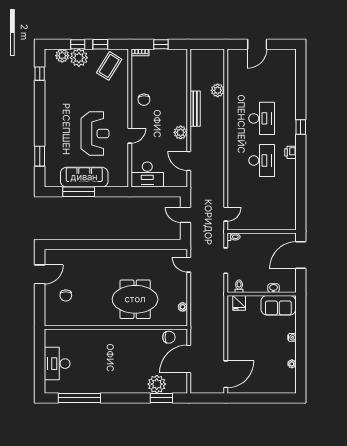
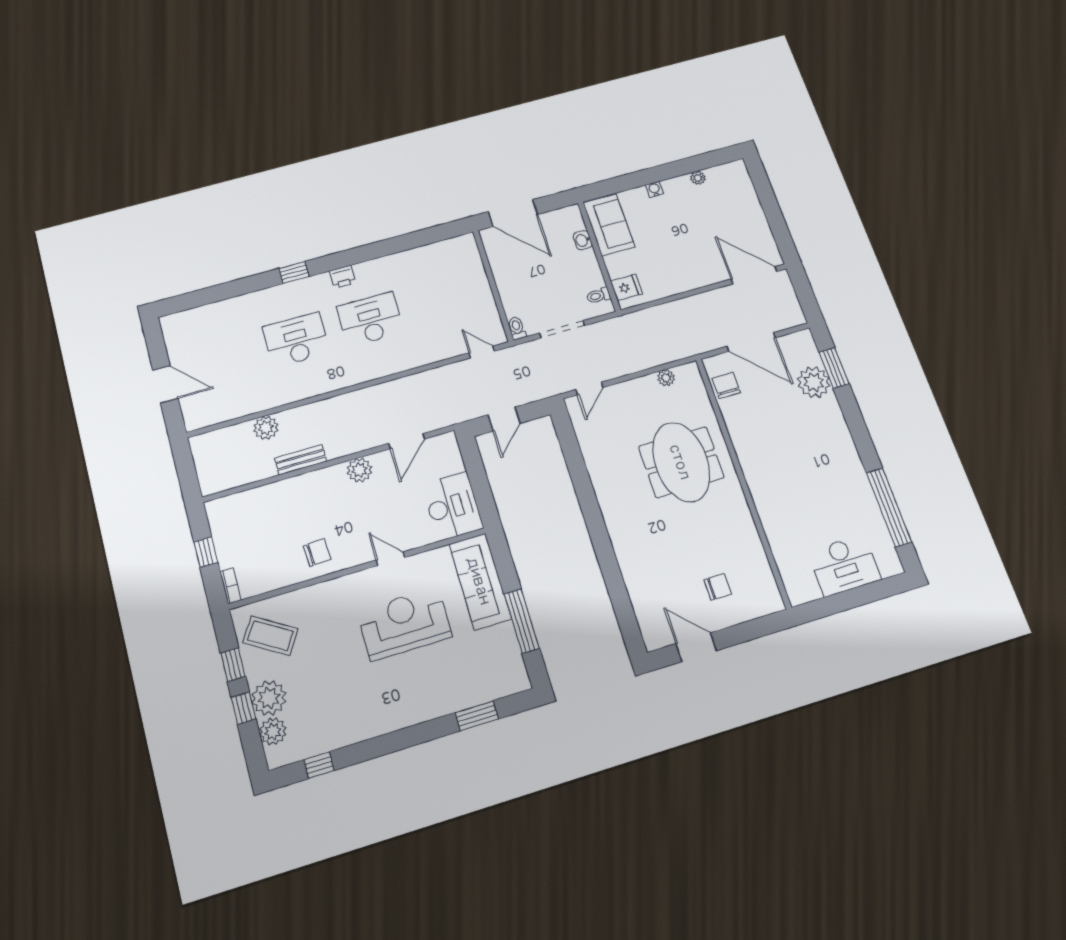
bench: (195, 109) -> (301, 460), width x0.73
sofa: (84, 177) -> (480, 581), moved

